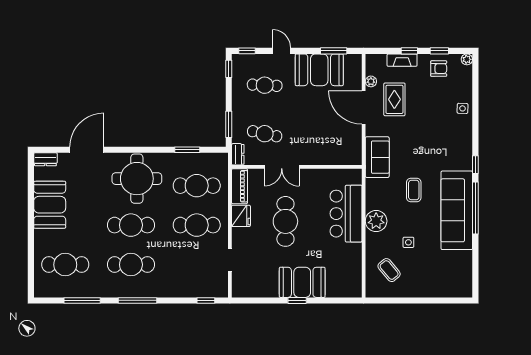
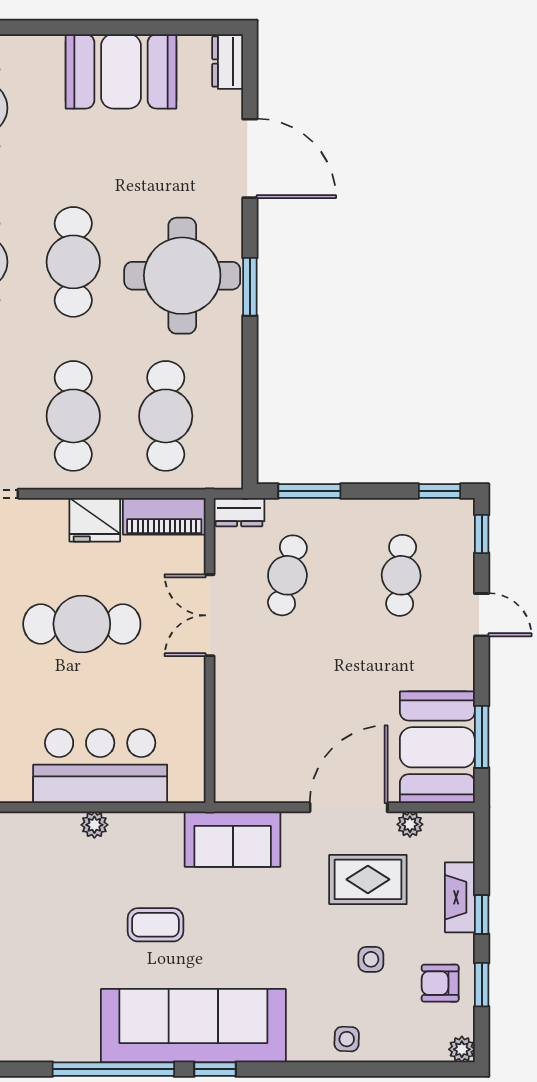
door: (281, 51) -> (482, 615), hinge flipped
armchair: (439, 69) -> (440, 983), turned 90
booth: (319, 70) -> (437, 747), moved
window: (187, 150) -> (250, 287), moved
sofa: (457, 210) -> (193, 1026), moved
plant: (376, 221) -> (94, 825), width x0.53, depth x0.53
side table: (408, 242) -> (371, 959), moved

